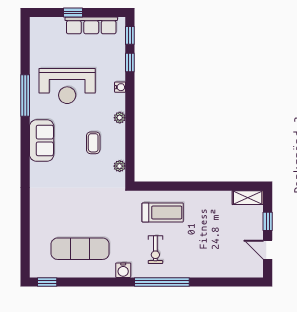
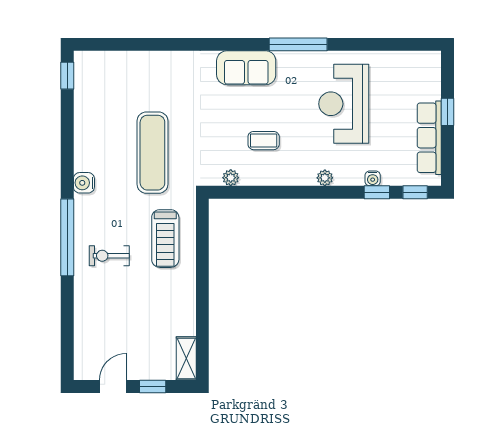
water cooler: (120, 87) -> (373, 178), moved
window: (25, 96) -> (298, 44), moved
plant: (120, 118) -> (325, 178), moved
sofa: (42, 140) -> (246, 68), moved
exercise mat: (80, 249) -> (152, 153), moved
exercise bike: (155, 250) -> (109, 256), moved

